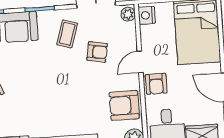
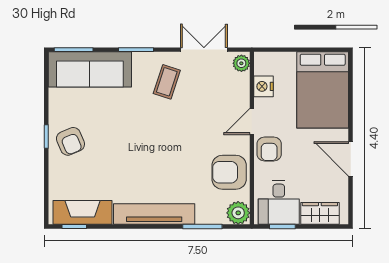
nightstand: (147, 15) -> (264, 86), moved
armchair: (97, 52) -> (201, 106), removed

